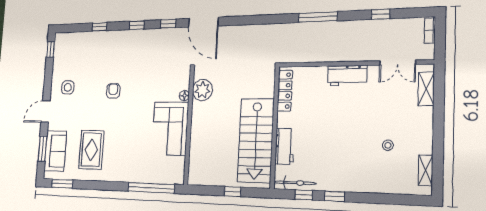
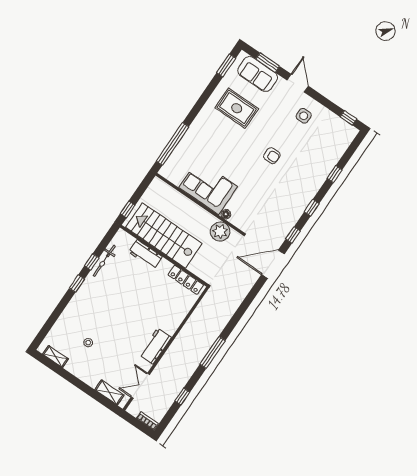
locker: (285, 91) -> (186, 280), moved
wall: (275, 127) -> (164, 256), moved
stairs: (256, 140) -> (164, 235), moved
workbench: (284, 146) -> (145, 254), moved

